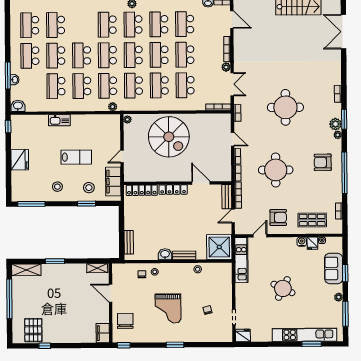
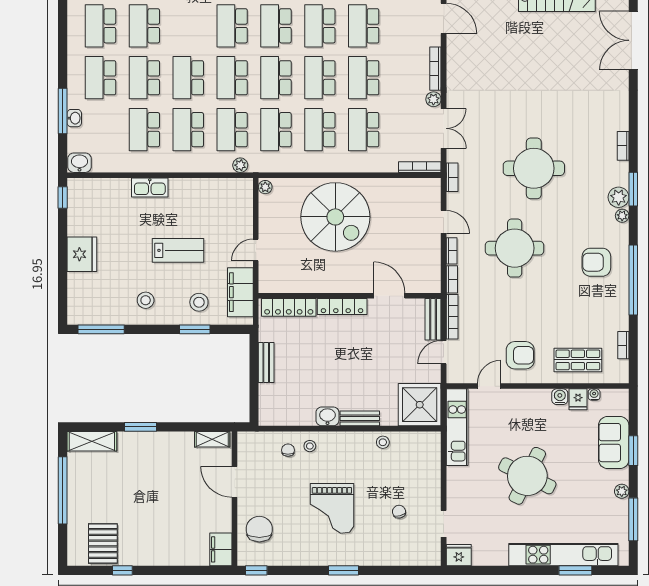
round table: (276, 170) -> (515, 248), moved
bench: (129, 242) -> (266, 362), moved
round table: (283, 288) -> (527, 476), width x1.36, depth x1.36

